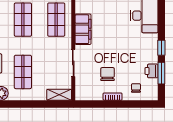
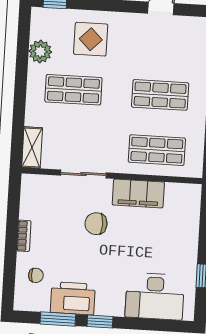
printer: (151, 71) -> (73, 298), width x1.87, depth x1.48
chair: (108, 74) -> (96, 224), moved, turned 180

